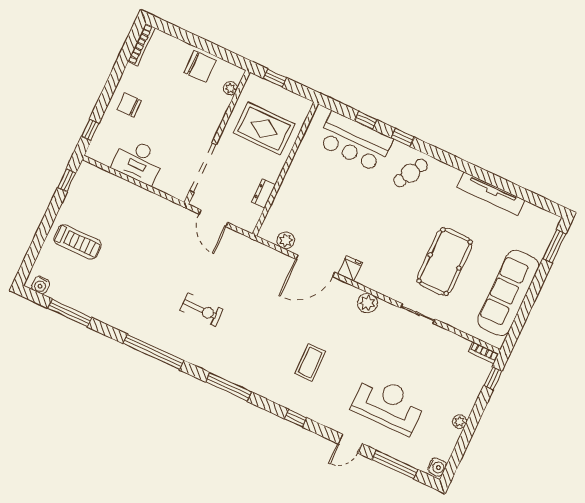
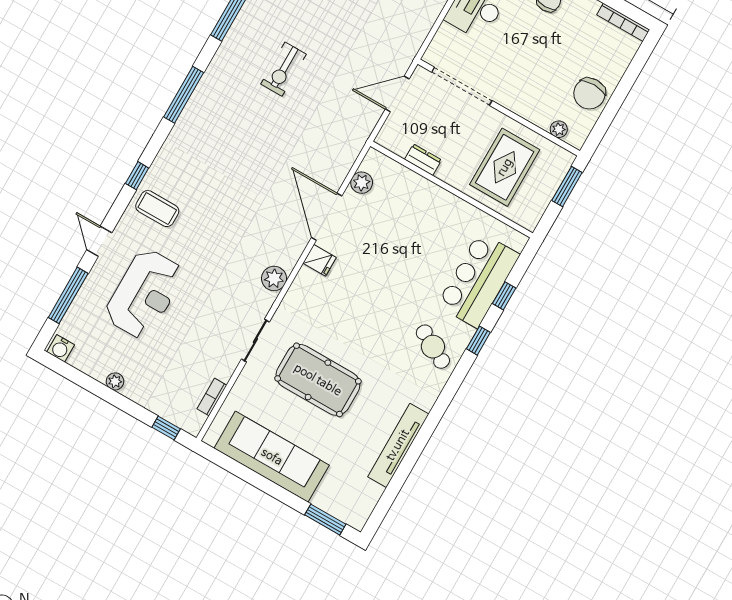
window: (275, 78) -> (567, 186), width x1.50
bookcase: (484, 353) -> (212, 397), moved
coffee table: (310, 363) -> (157, 209), moved

